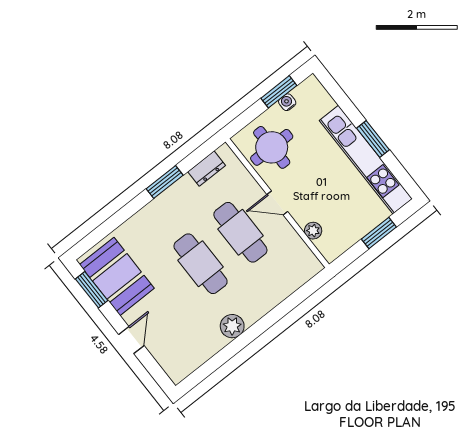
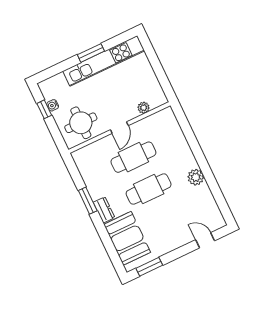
window: (279, 92) -> (44, 109), width x0.67
dresser: (207, 169) -> (104, 210), moved
window: (379, 233) -> (155, 63), removed
booth: (117, 276) -> (127, 238), moved, turned 90
door: (131, 340) -> (205, 240), moved

